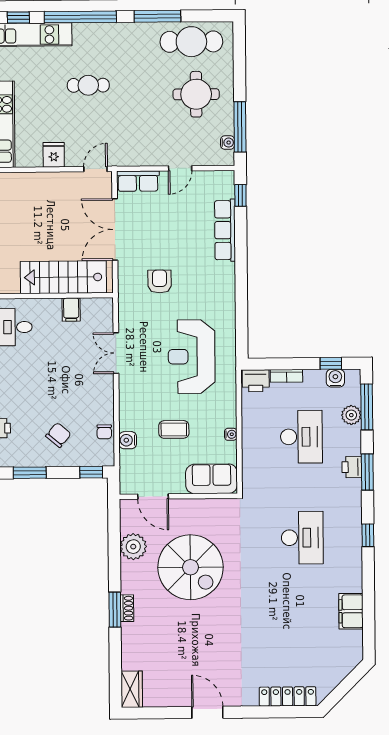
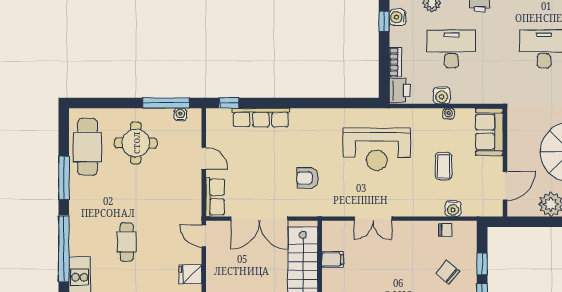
water cooler: (251, 427) -> (442, 95), added
window: (91, 472) -> (482, 264), moved

